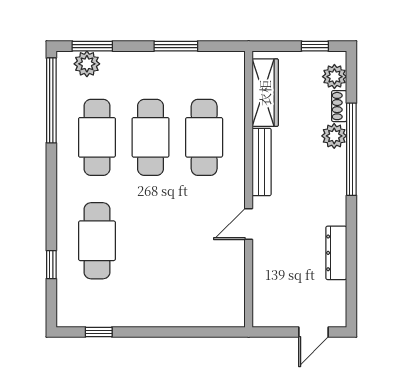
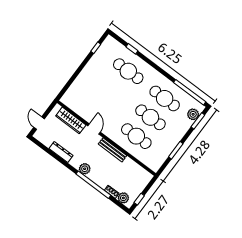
wardrobe: (265, 93) -> (71, 120), moved
plant: (334, 136) -> (85, 169), moved

